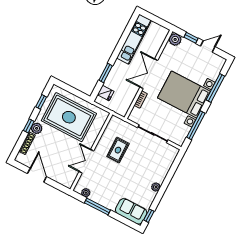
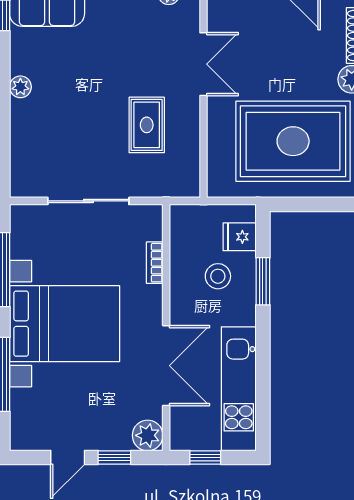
window: (159, 21) -> (205, 457), added
double door: (149, 74) -> (166, 366), moved
stool: (121, 83) -> (218, 276), added

